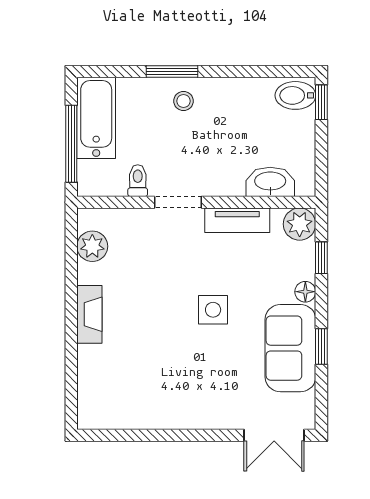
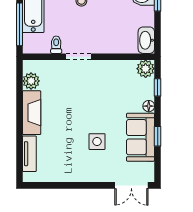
washbasin: (270, 182) -> (146, 40), moved, turned -90
tv unit: (237, 220) -> (29, 154), moved, turned -90
side table: (213, 310) -> (97, 142), moved
fireplace: (89, 314) -> (32, 113), width x1.37, depth x1.32

